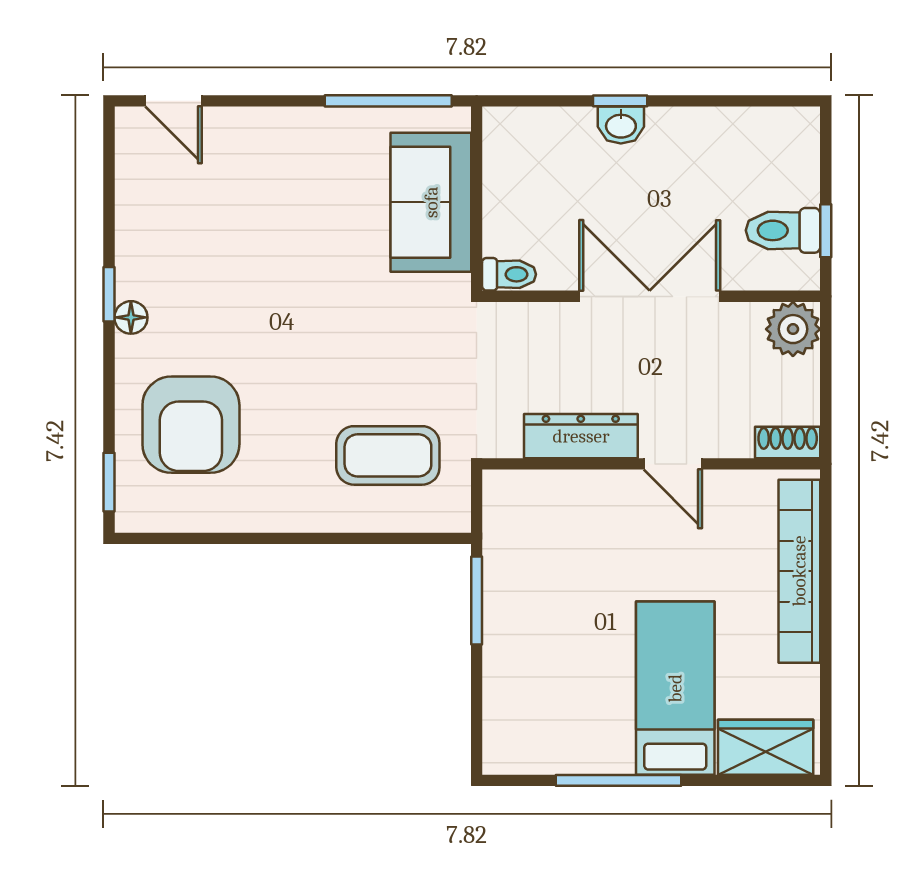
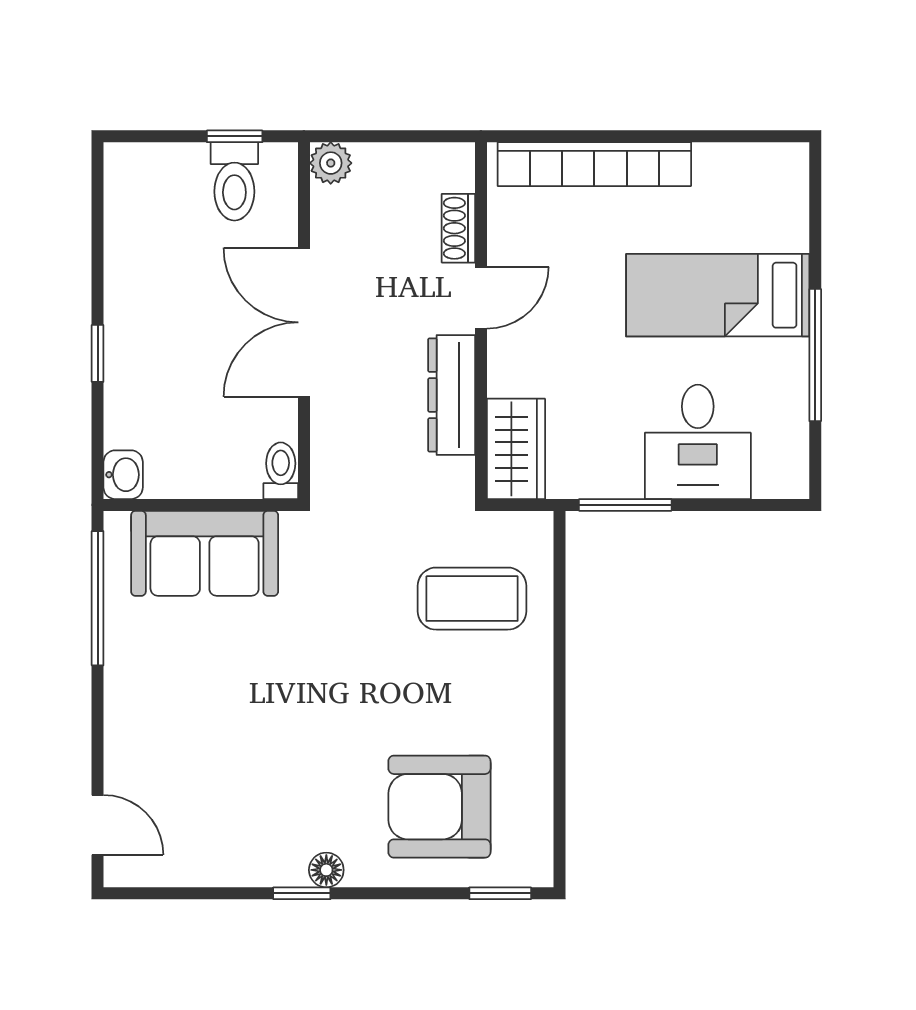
door: (174, 101) -> (98, 825), hinge flipped
washbasin: (621, 125) -> (123, 475), moved
plant: (793, 329) -> (331, 163), width x0.73, depth x0.73
armchair: (191, 425) -> (439, 807), turned 180
shoe rack: (788, 443) -> (458, 228), moved
coffee table: (388, 455) -> (472, 599), turned 90
desk: (536, 669) -> (698, 442), added
wardrobe: (766, 747) -> (516, 449), moved, turned 180

